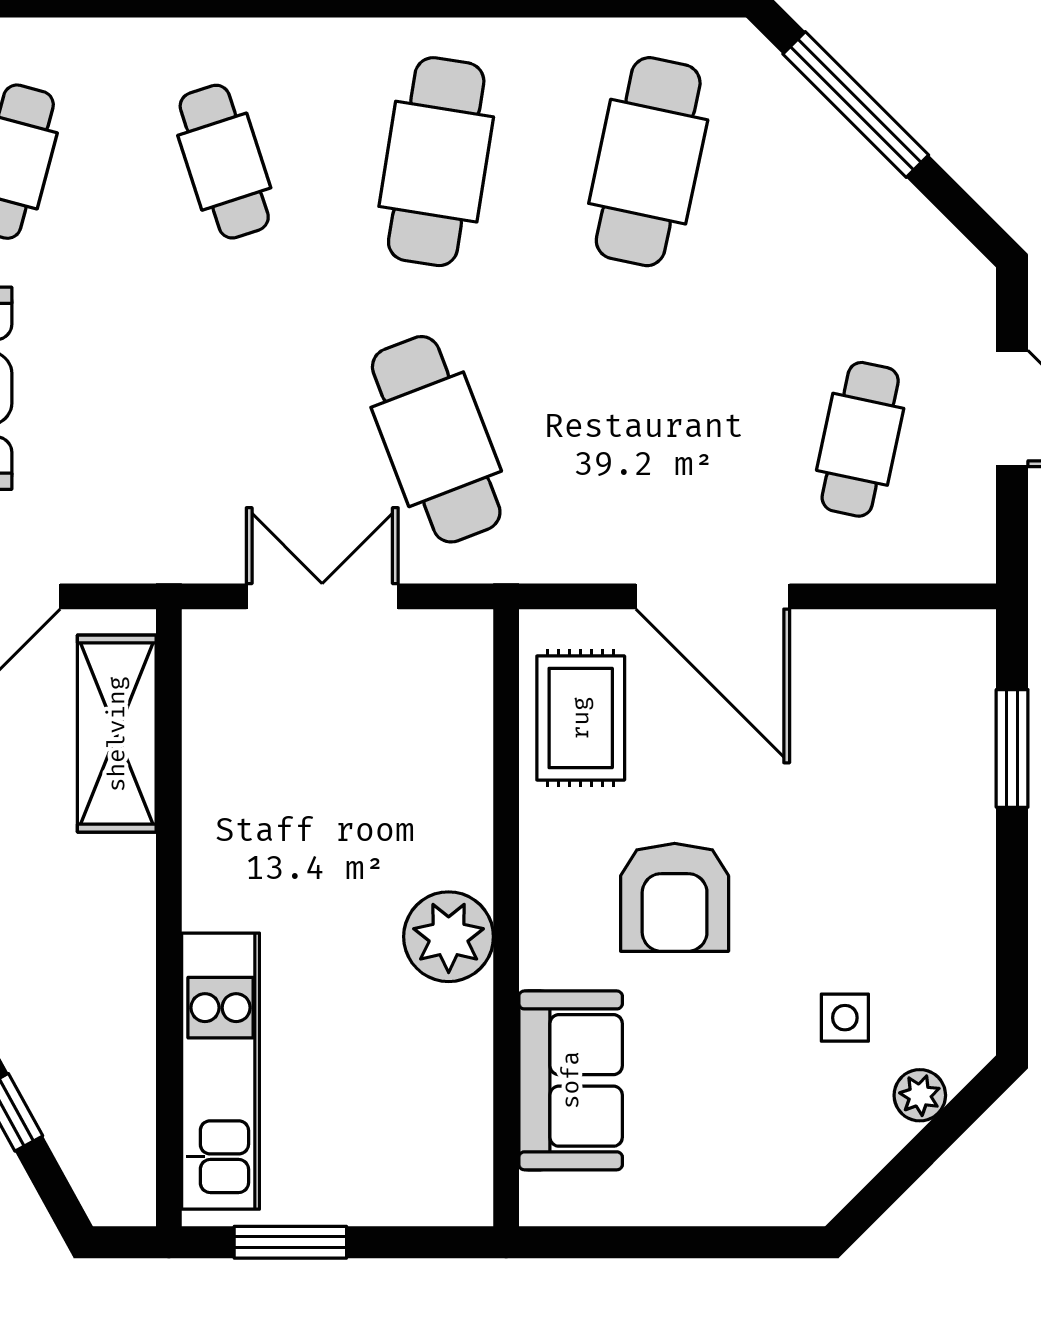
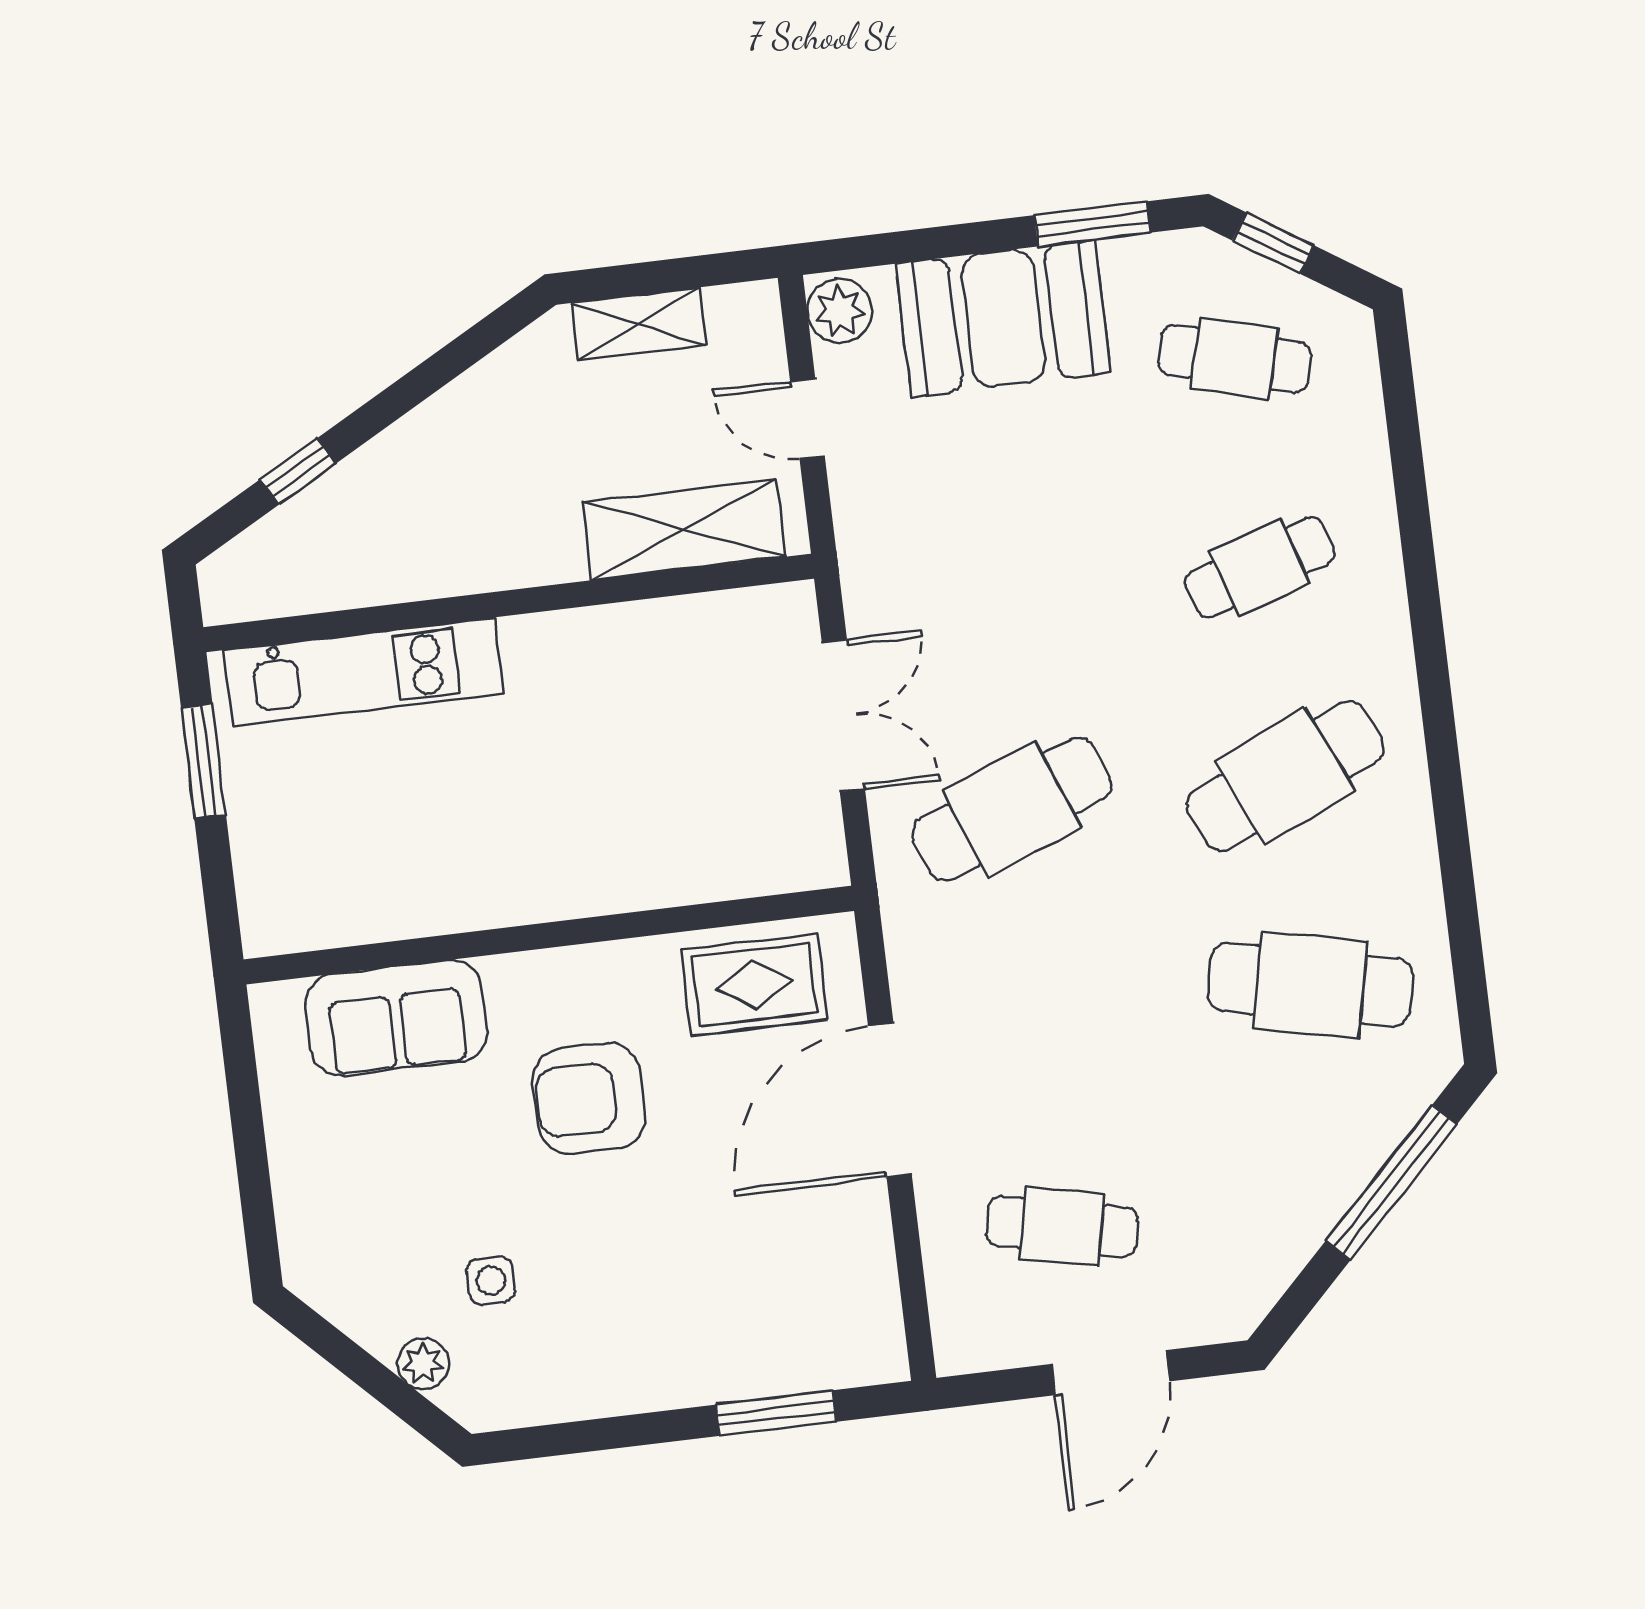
cafe table: (436, 162) -> (1285, 776), turned -33
plant: (449, 937) -> (523, 881), removed

